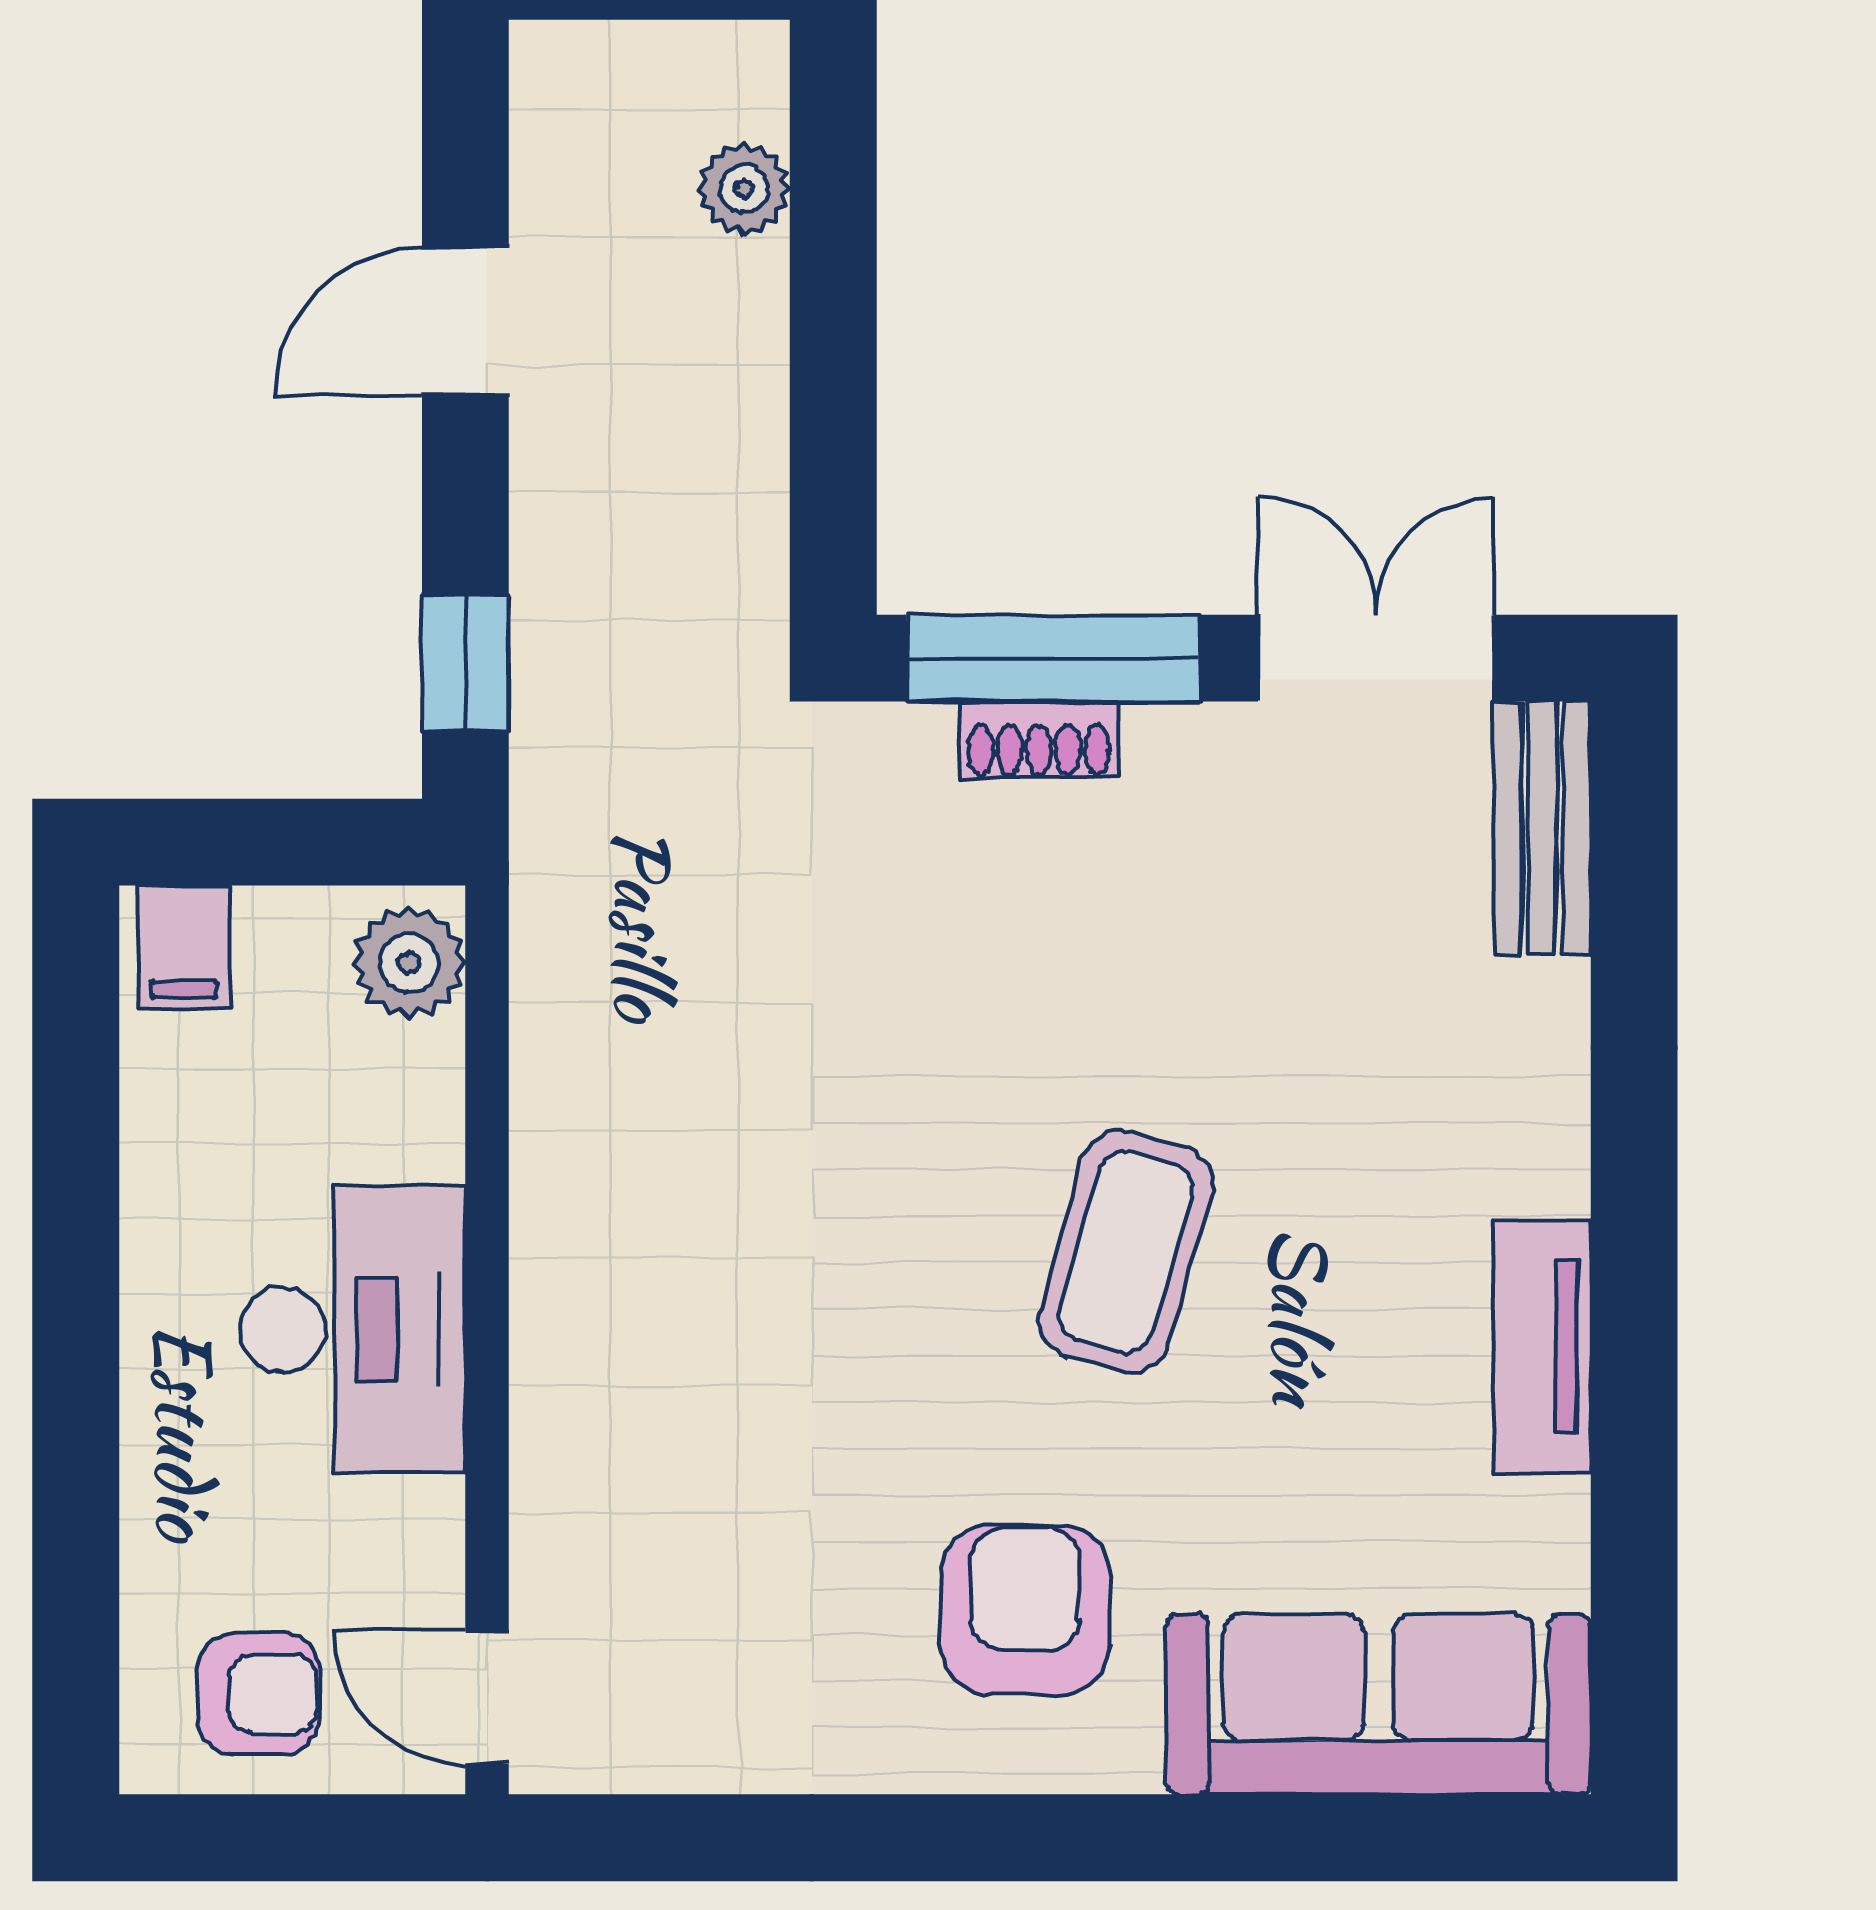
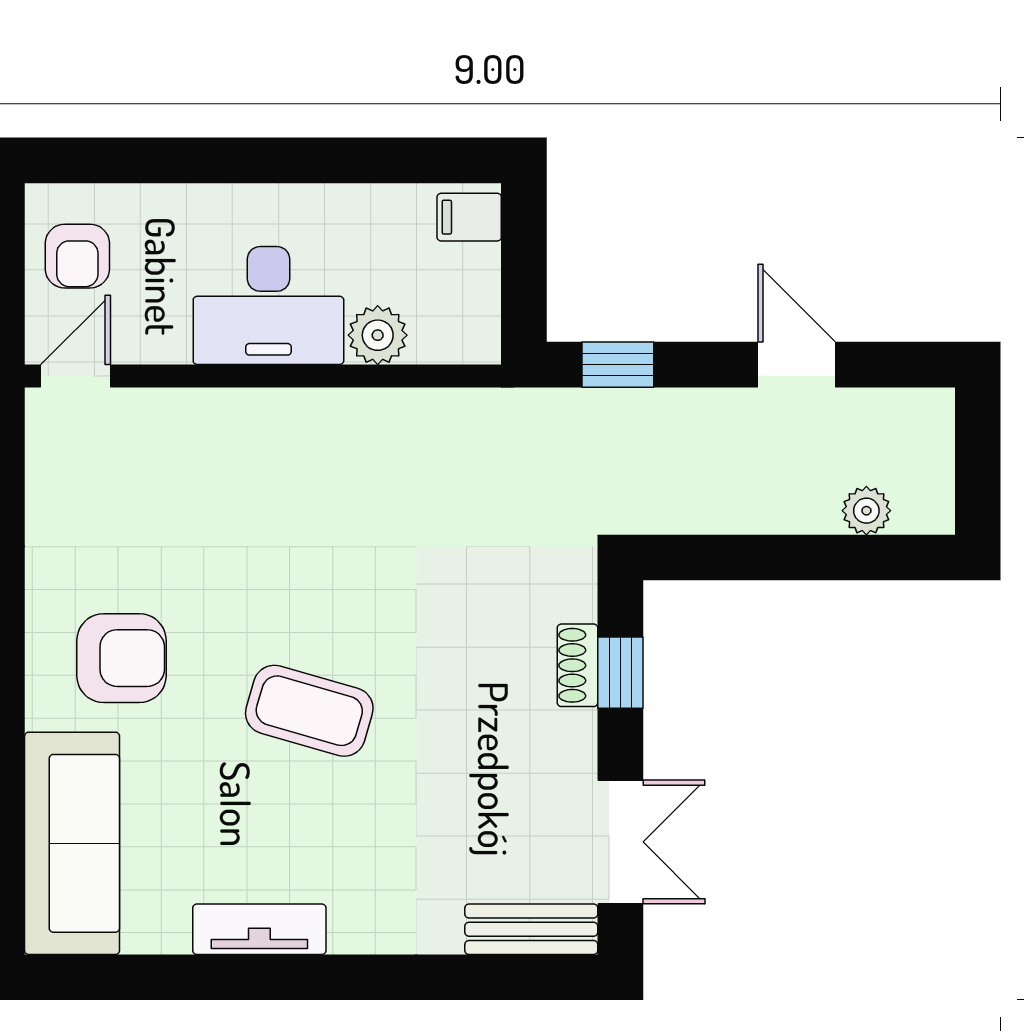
window: (1053, 658) -> (620, 673), width x0.46
plant: (409, 963) -> (378, 335), moved

